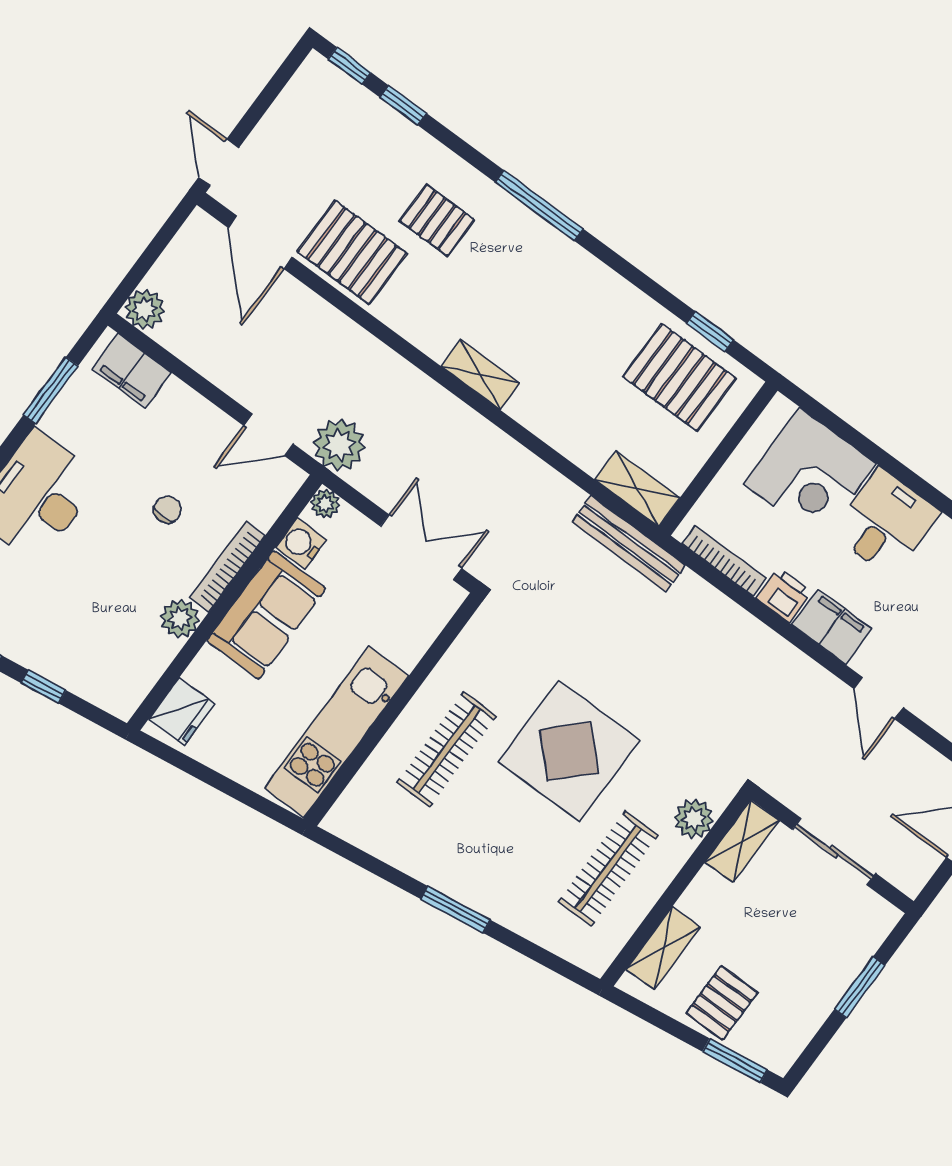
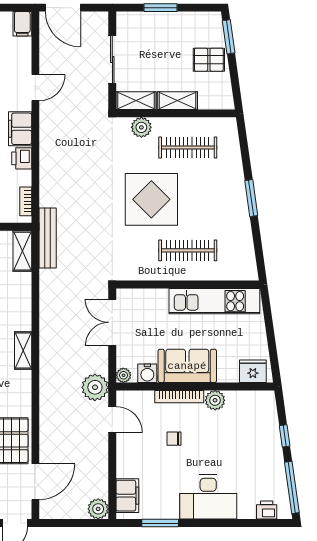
bookcase: (724, 561) -> (26, 201), width x0.64
shelving: (663, 948) -> (177, 101), moved

